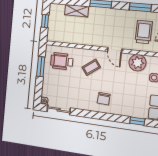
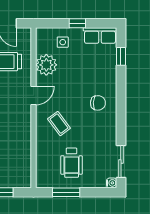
wheelchair: (62, 61) -> (72, 163), moved

